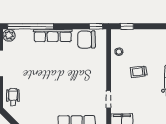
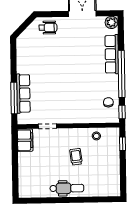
window: (30, 26) -> (121, 74), moved
row of seats: (53, 35) -> (112, 54), moved
chair: (86, 40) -> (108, 102), width x0.54, depth x0.54

